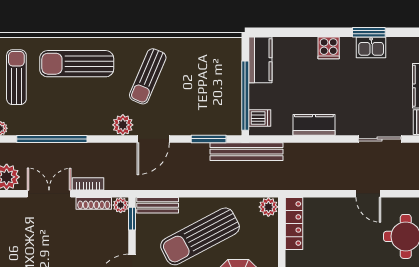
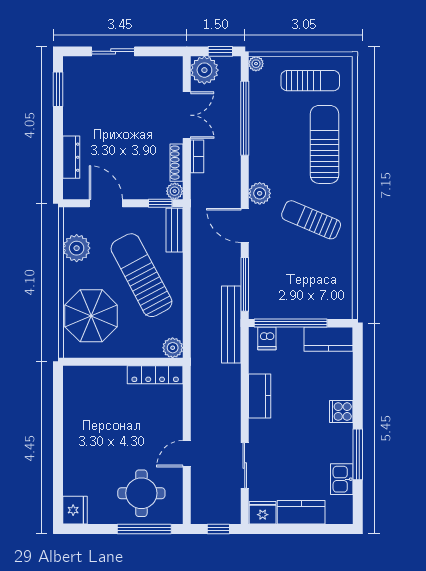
window: (369, 32) -> (358, 454), width x1.44
kitchen sink: (371, 47) -> (342, 479), moved
window: (209, 139) -> (245, 284), width x1.44

